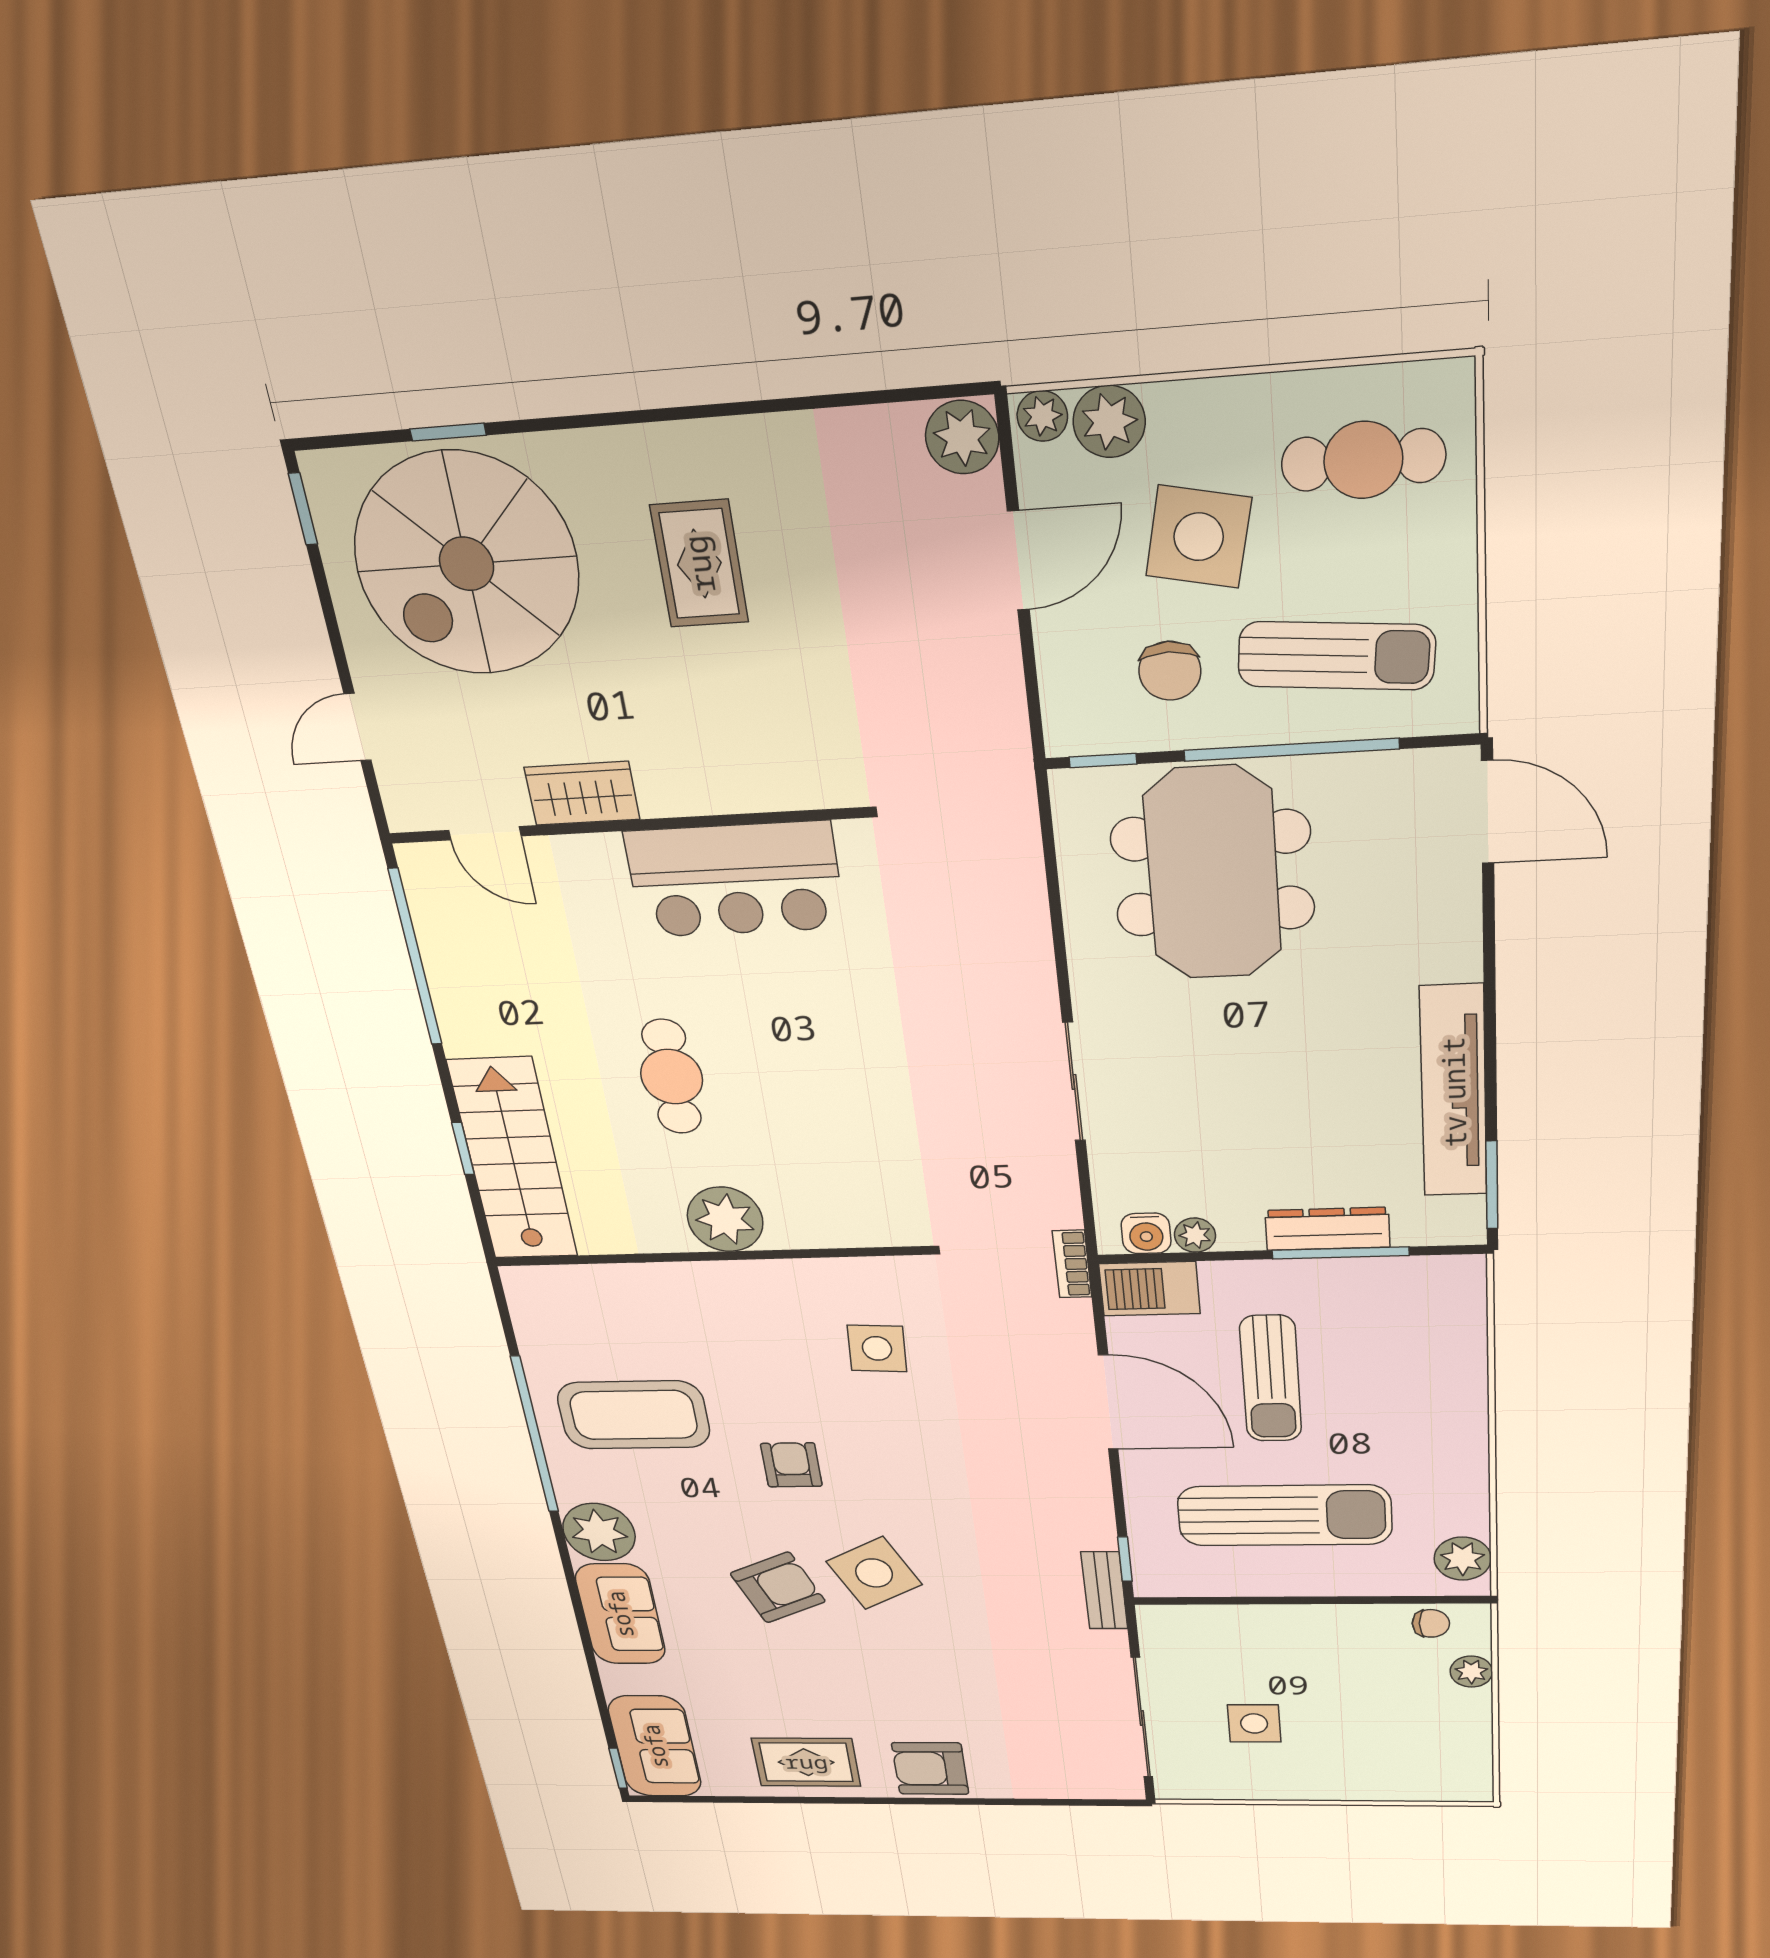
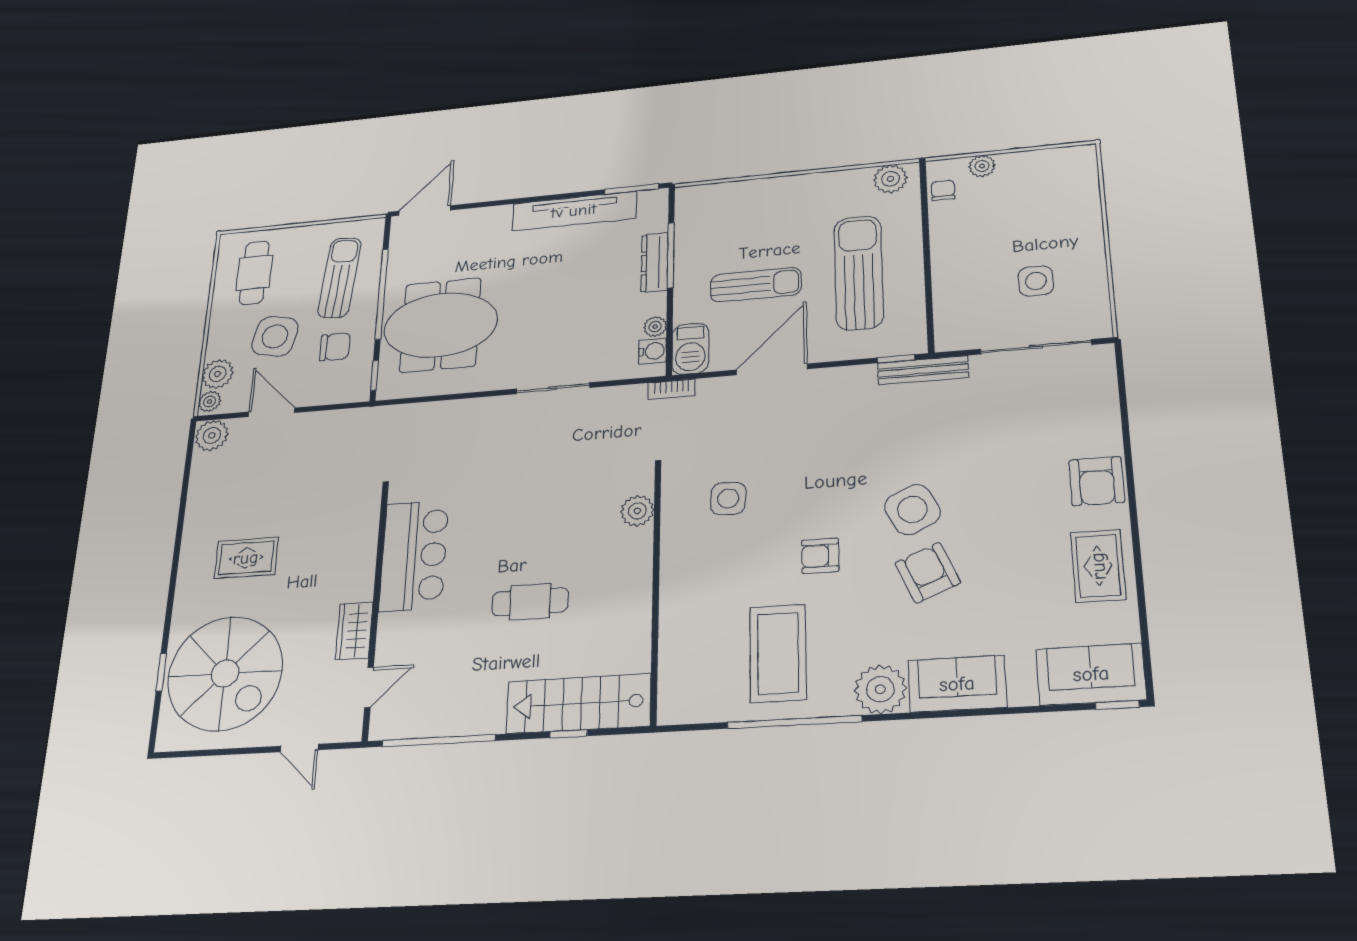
window: (303, 509) -> (182, 754), removed
plant: (725, 1219) -> (637, 511), moved, width x0.73, depth x0.73
bench: (1104, 1590) -> (923, 370), width x1.36

